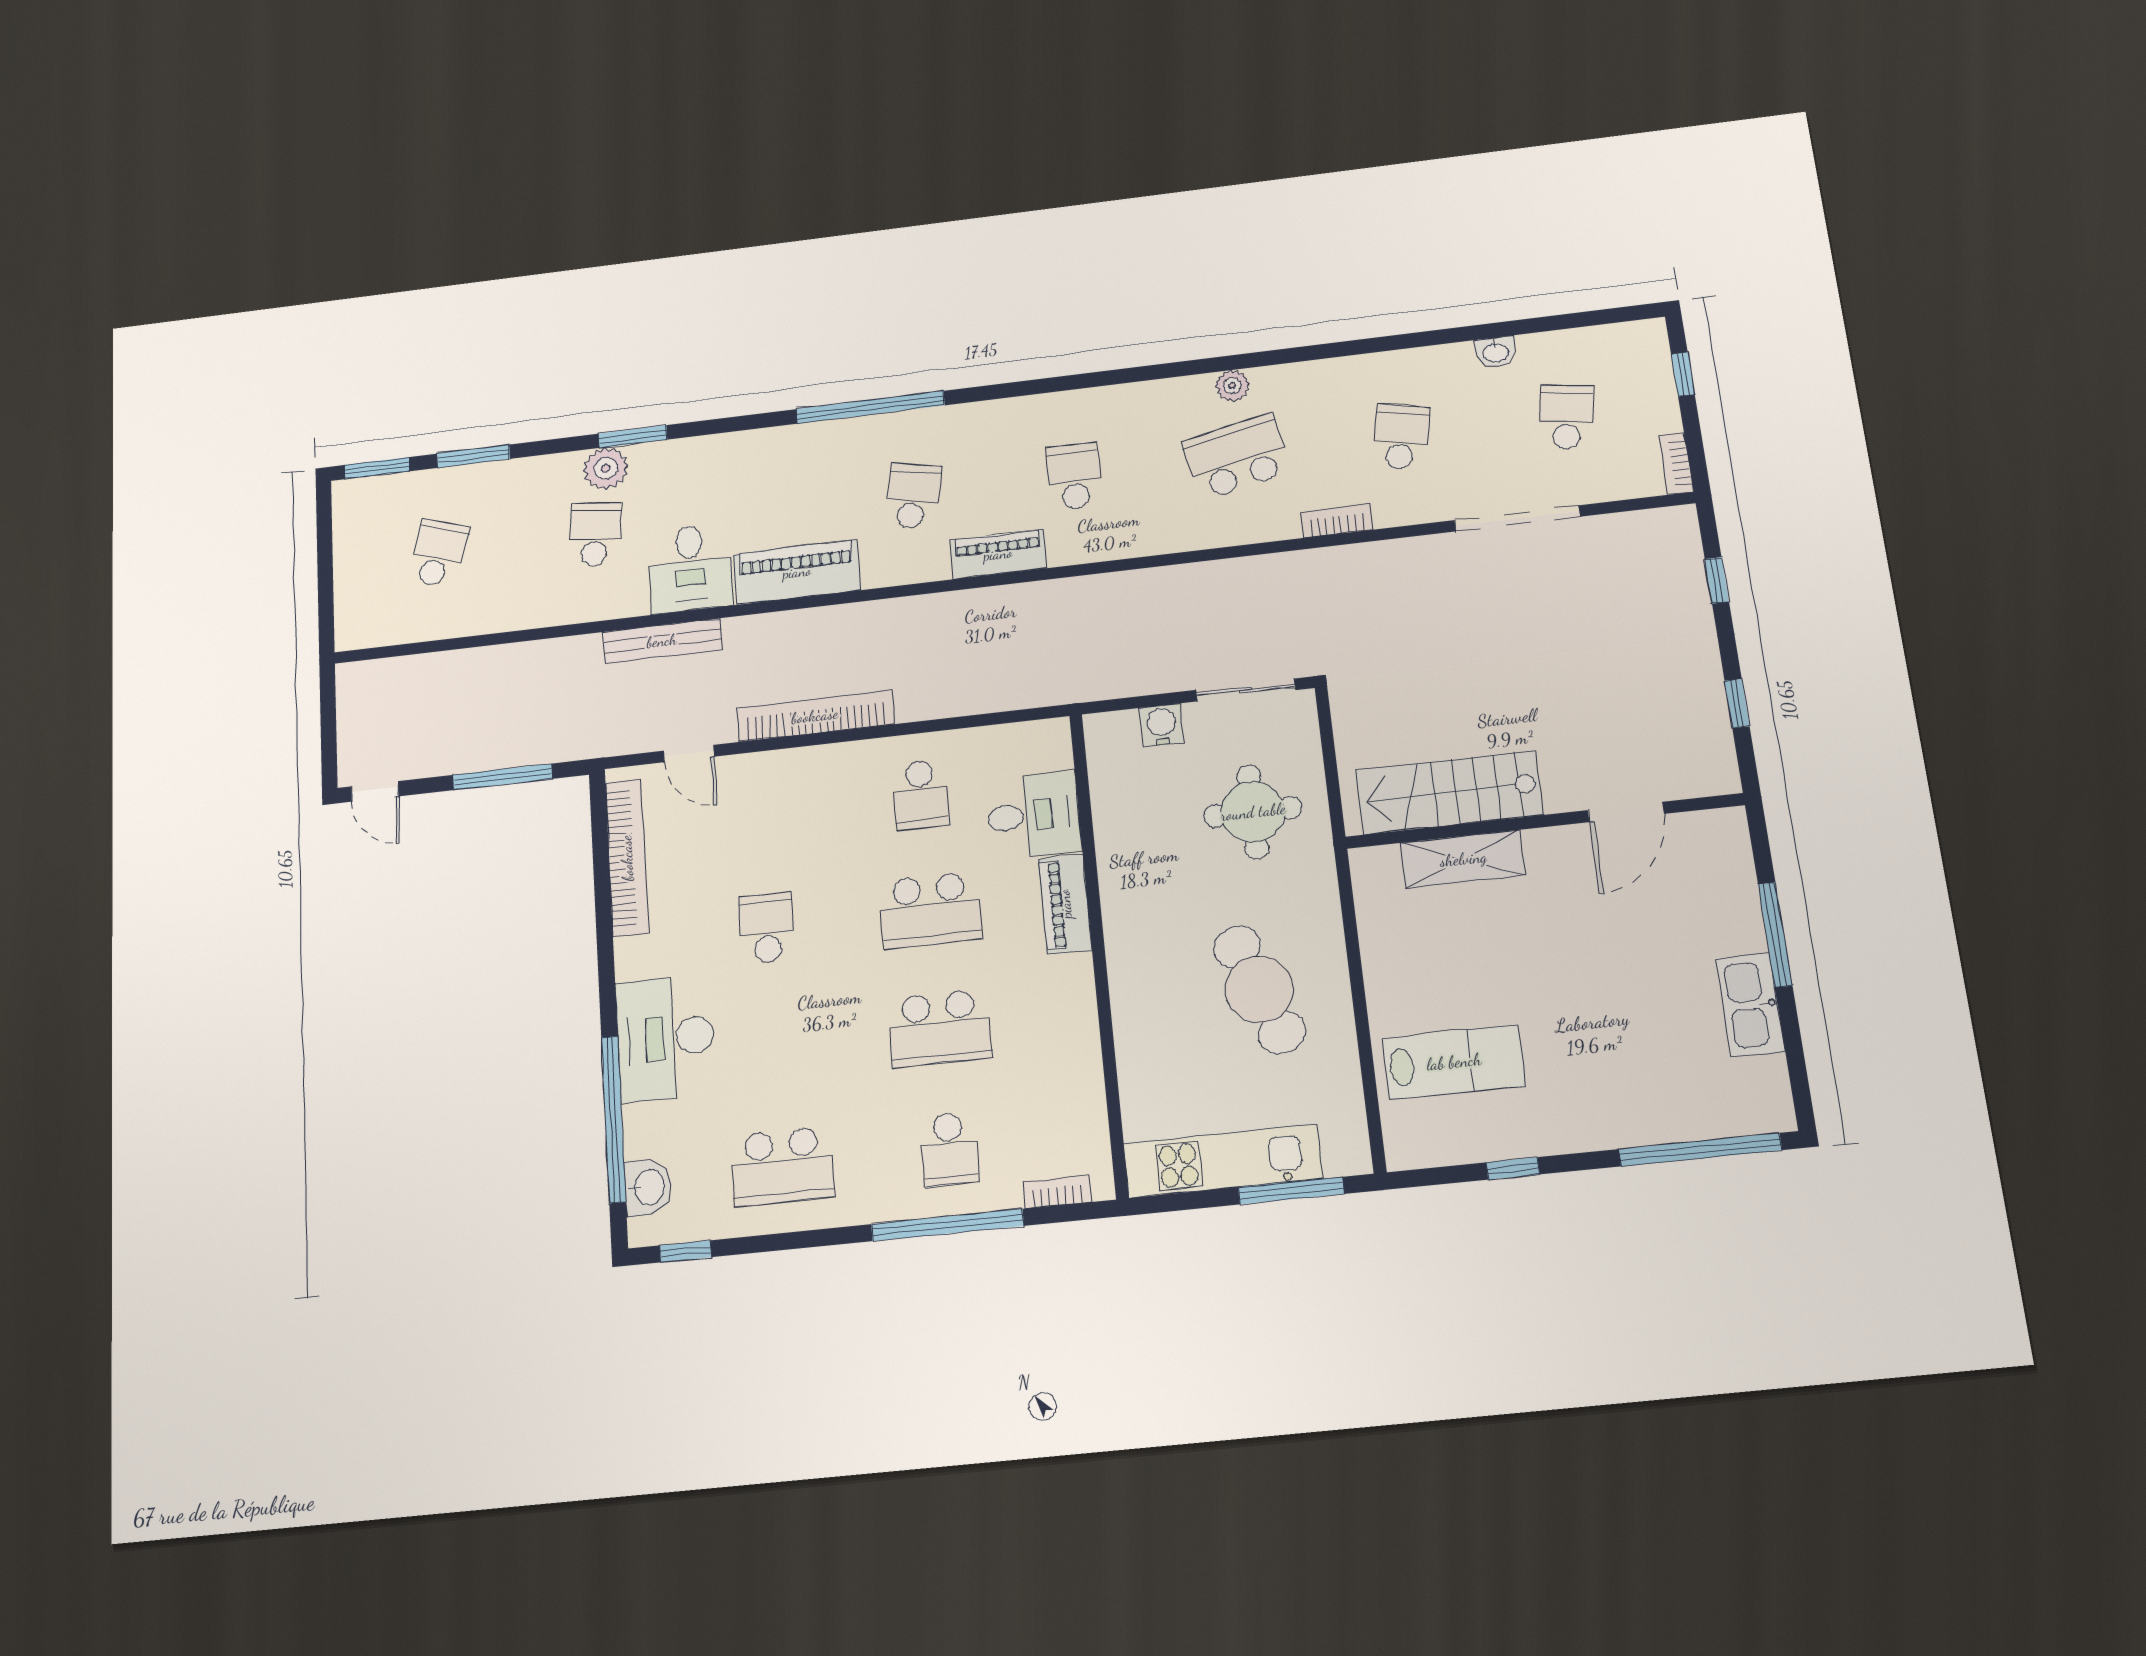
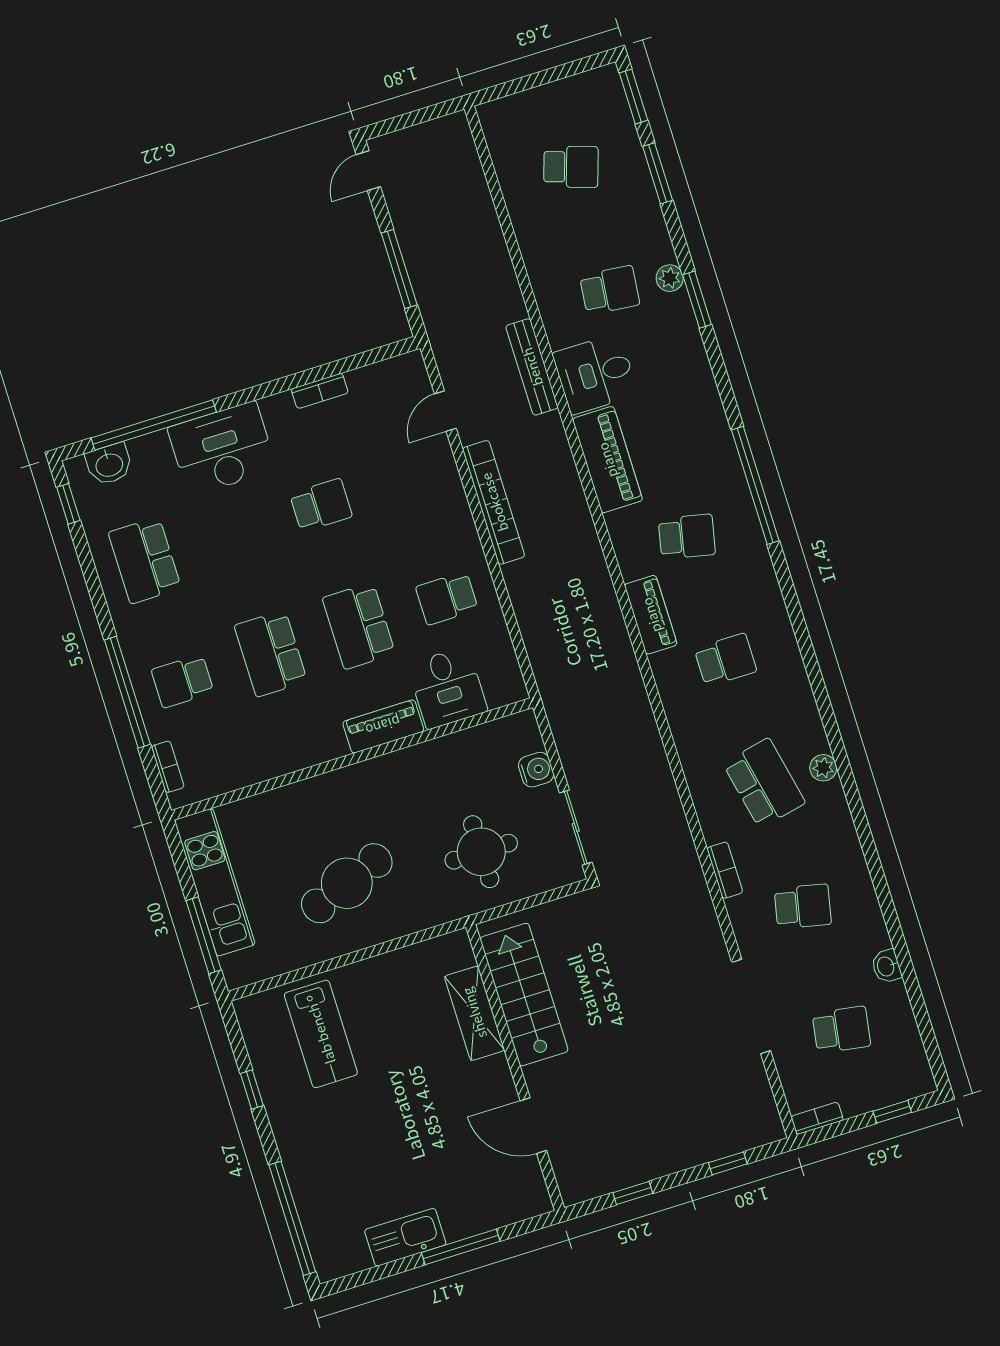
plant: (606, 468) -> (670, 278), width x0.73, depth x0.73
bookcase: (627, 858) -> (320, 391), width x0.43, depth x0.76

